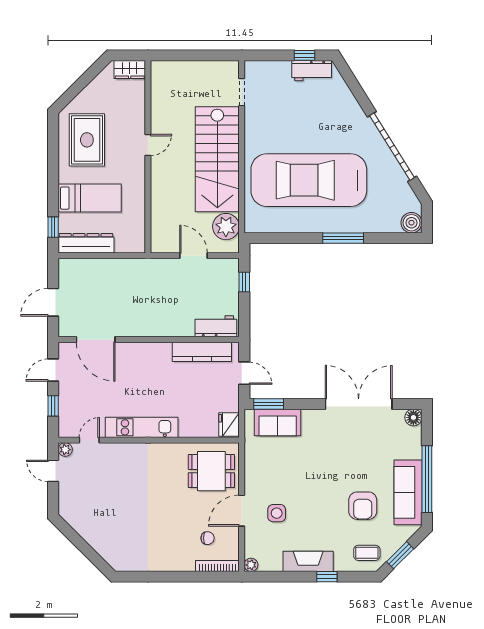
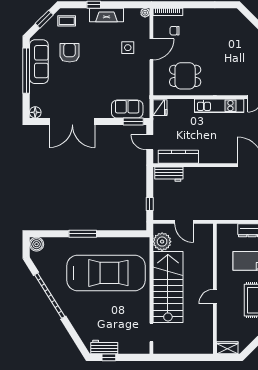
dining table: (211, 471) -> (185, 76), moved

